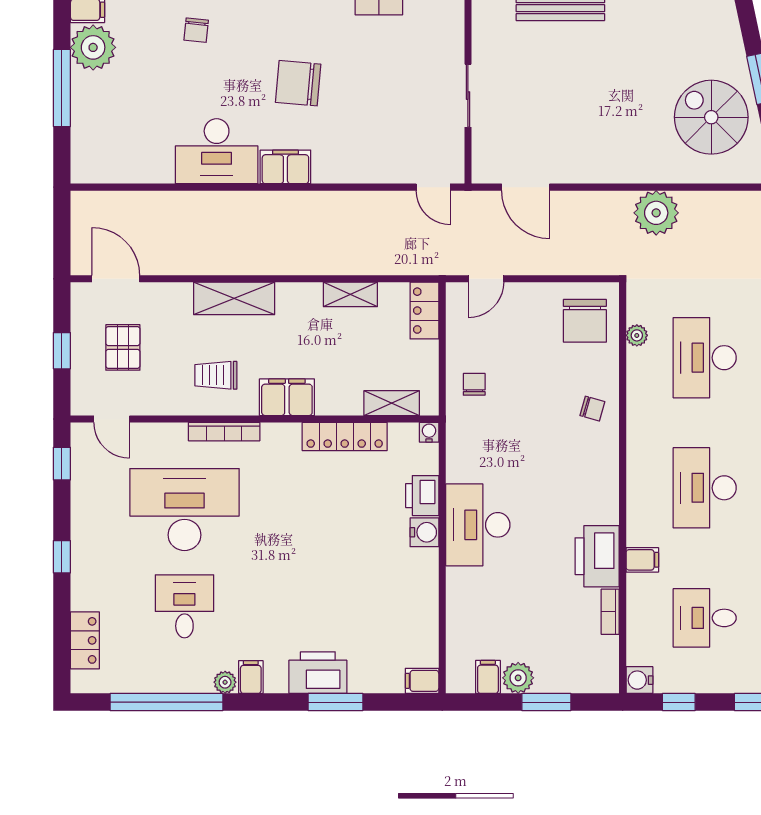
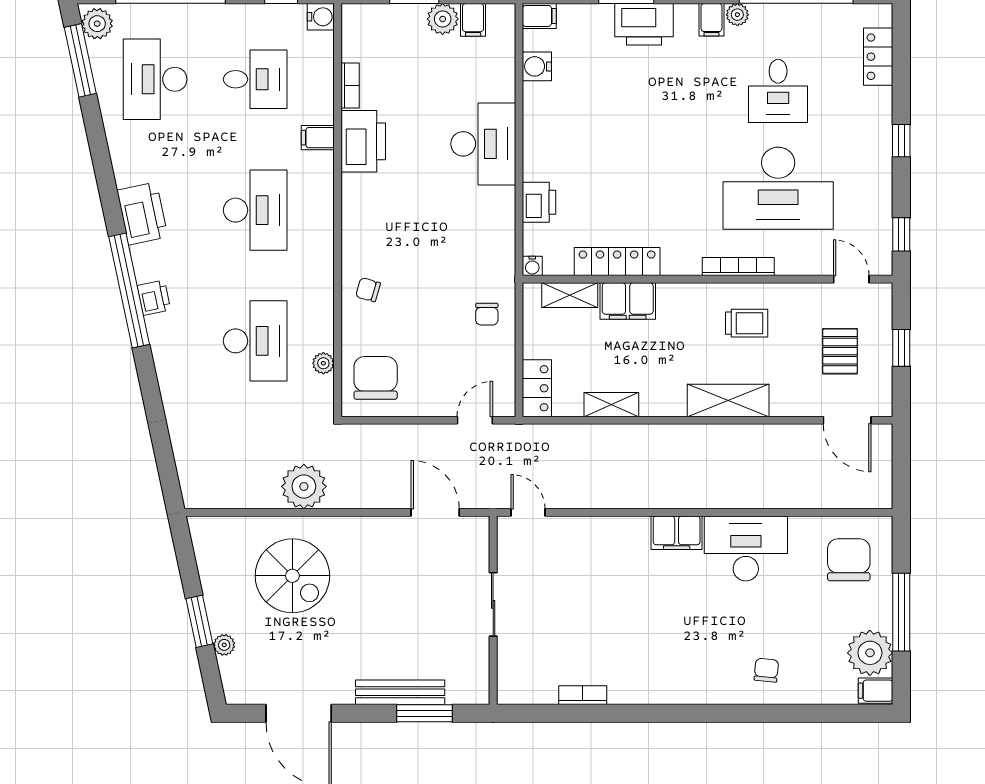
plant: (735, 55) -> (224, 645), added
chair: (298, 83) -> (849, 560), moved, turned -95
spiral stairs: (711, 117) -> (292, 576), moved
filing cabinet: (287, 397) -> (628, 301), moved
desk: (478, 525) -> (483, 144), moved
water cooler: (424, 532) -> (537, 66), moved

